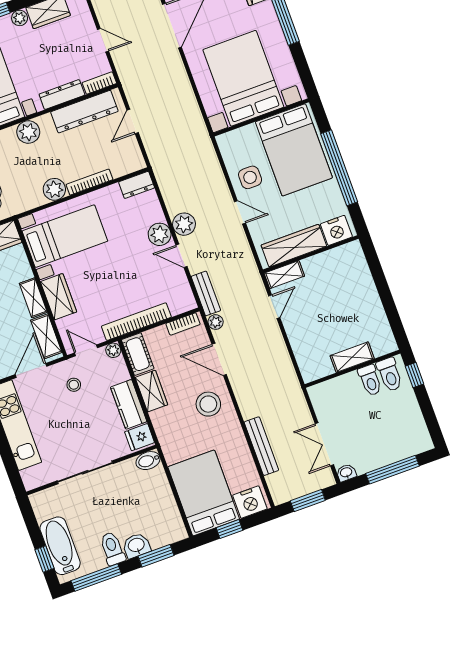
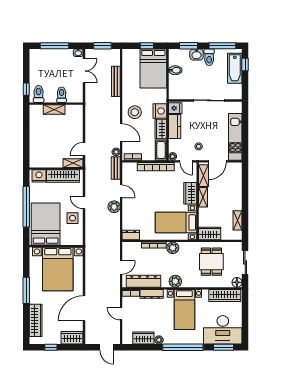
plant: (160, 234) -> (128, 206), removed
toilet: (370, 380) -> (62, 95), moved
bidet: (148, 461) -> (175, 70), moved
nightstand: (250, 502) -> (160, 111), moved, turned 90

